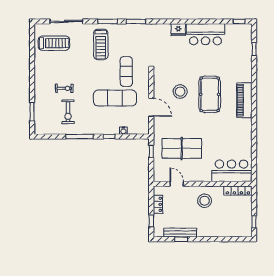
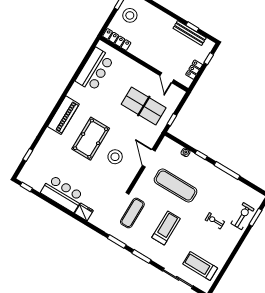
treadmill: (101, 44) -> (166, 228), moved
exercise mat: (126, 72) -> (132, 213), moved
exercise bike: (68, 112) -> (242, 216), moved
bar counter: (231, 171) -> (95, 70), moved, turned -90
stool: (205, 201) -> (130, 15), moved

